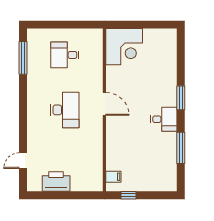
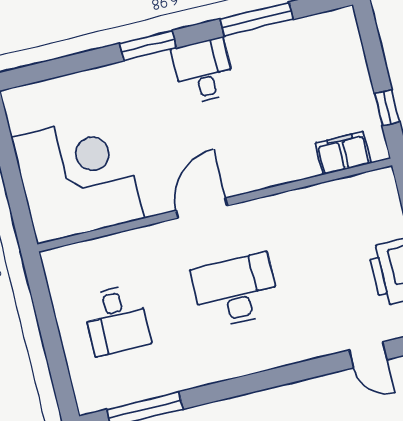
corner desk: (124, 47) -> (78, 178), width x1.36, depth x1.36
filing cabinet: (113, 177) -> (343, 153), width x2.00

